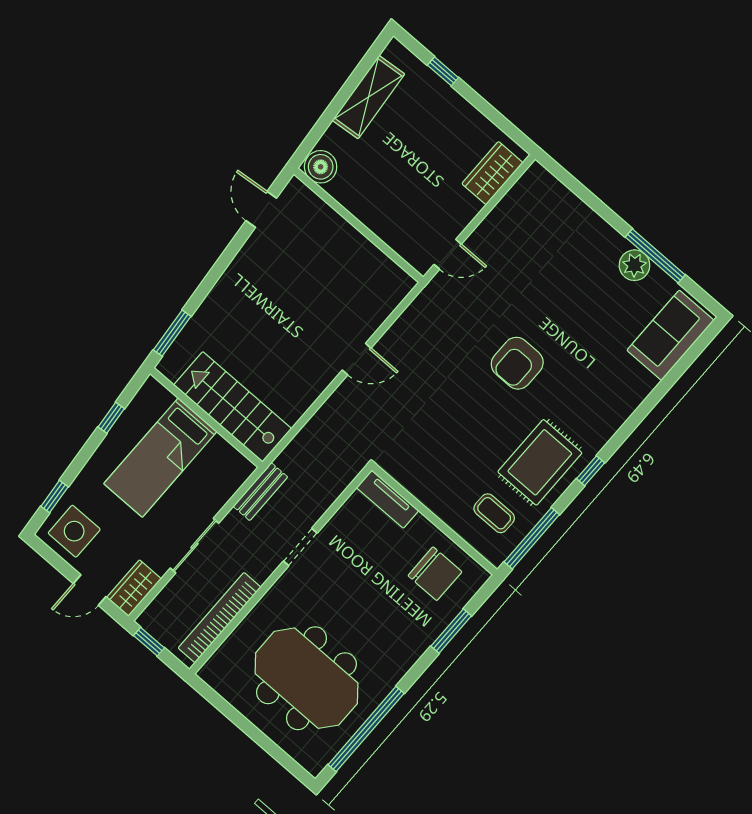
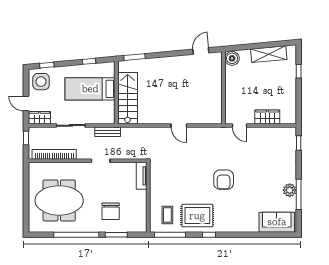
wardrobe: (492, 173) -> (267, 117), moved
window: (566, 179) -> (299, 143), added
armchair: (517, 363) -> (224, 180), turned -90
chair: (435, 574) -> (111, 211), moved
meeting table: (306, 678) -> (59, 200), turned 90
window: (366, 729) -> (76, 235), moved

